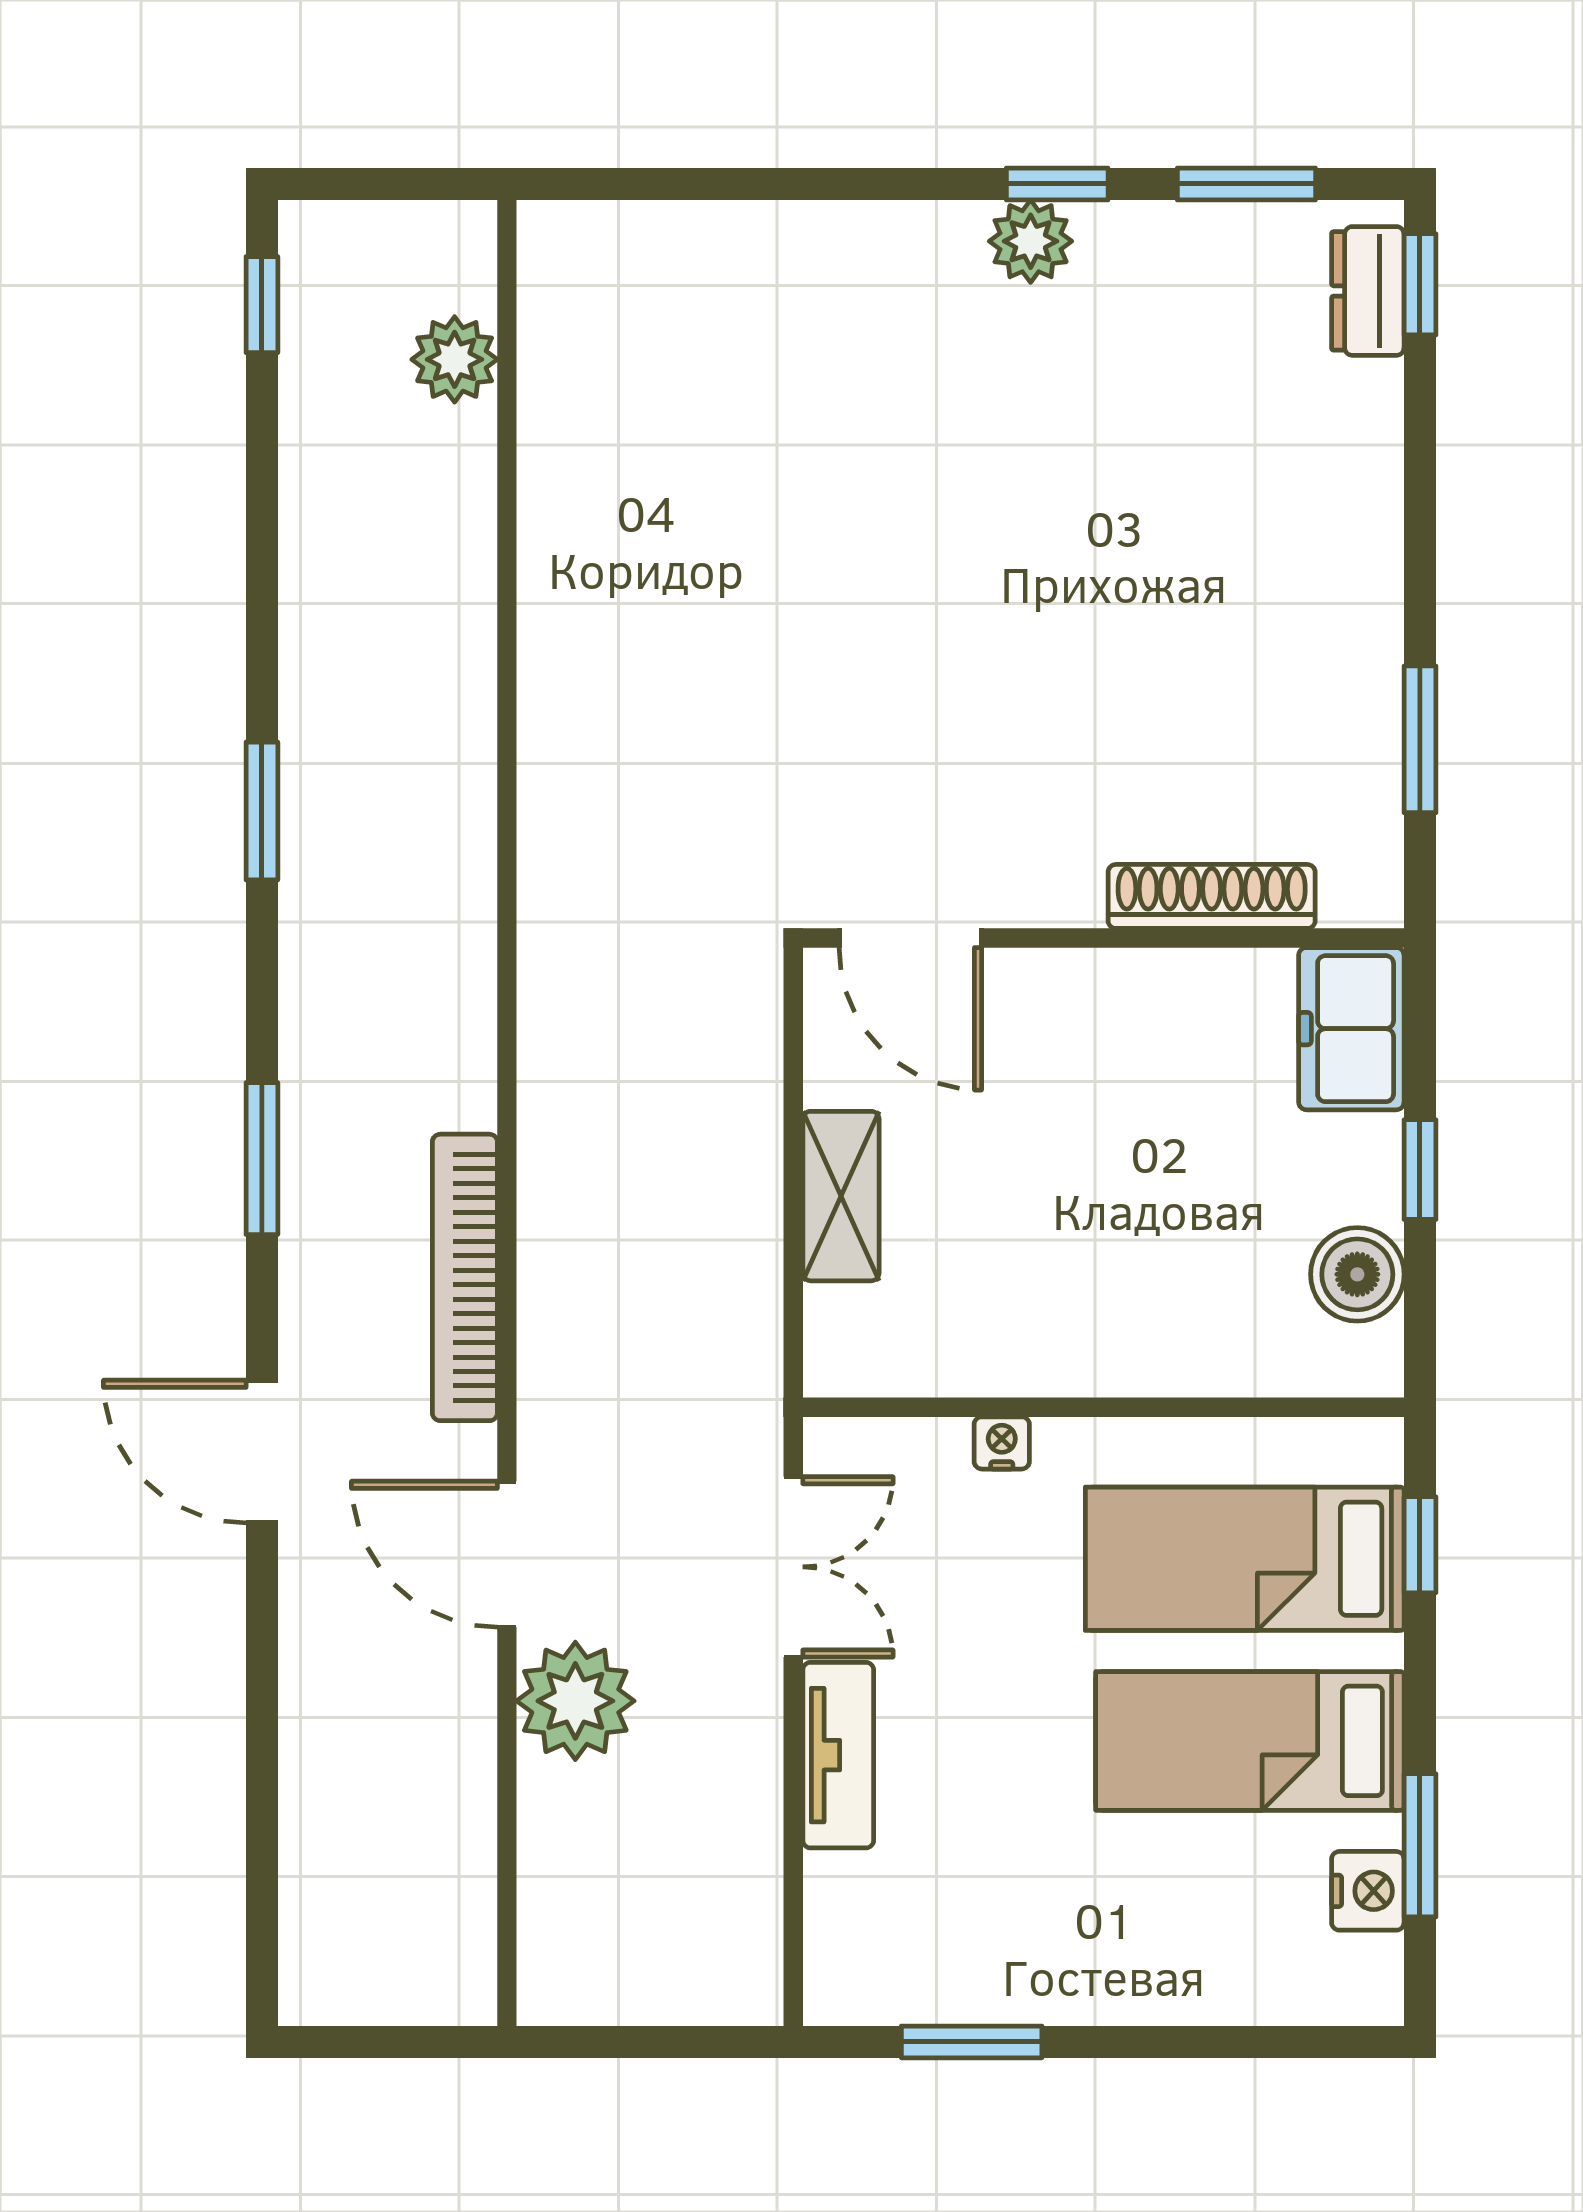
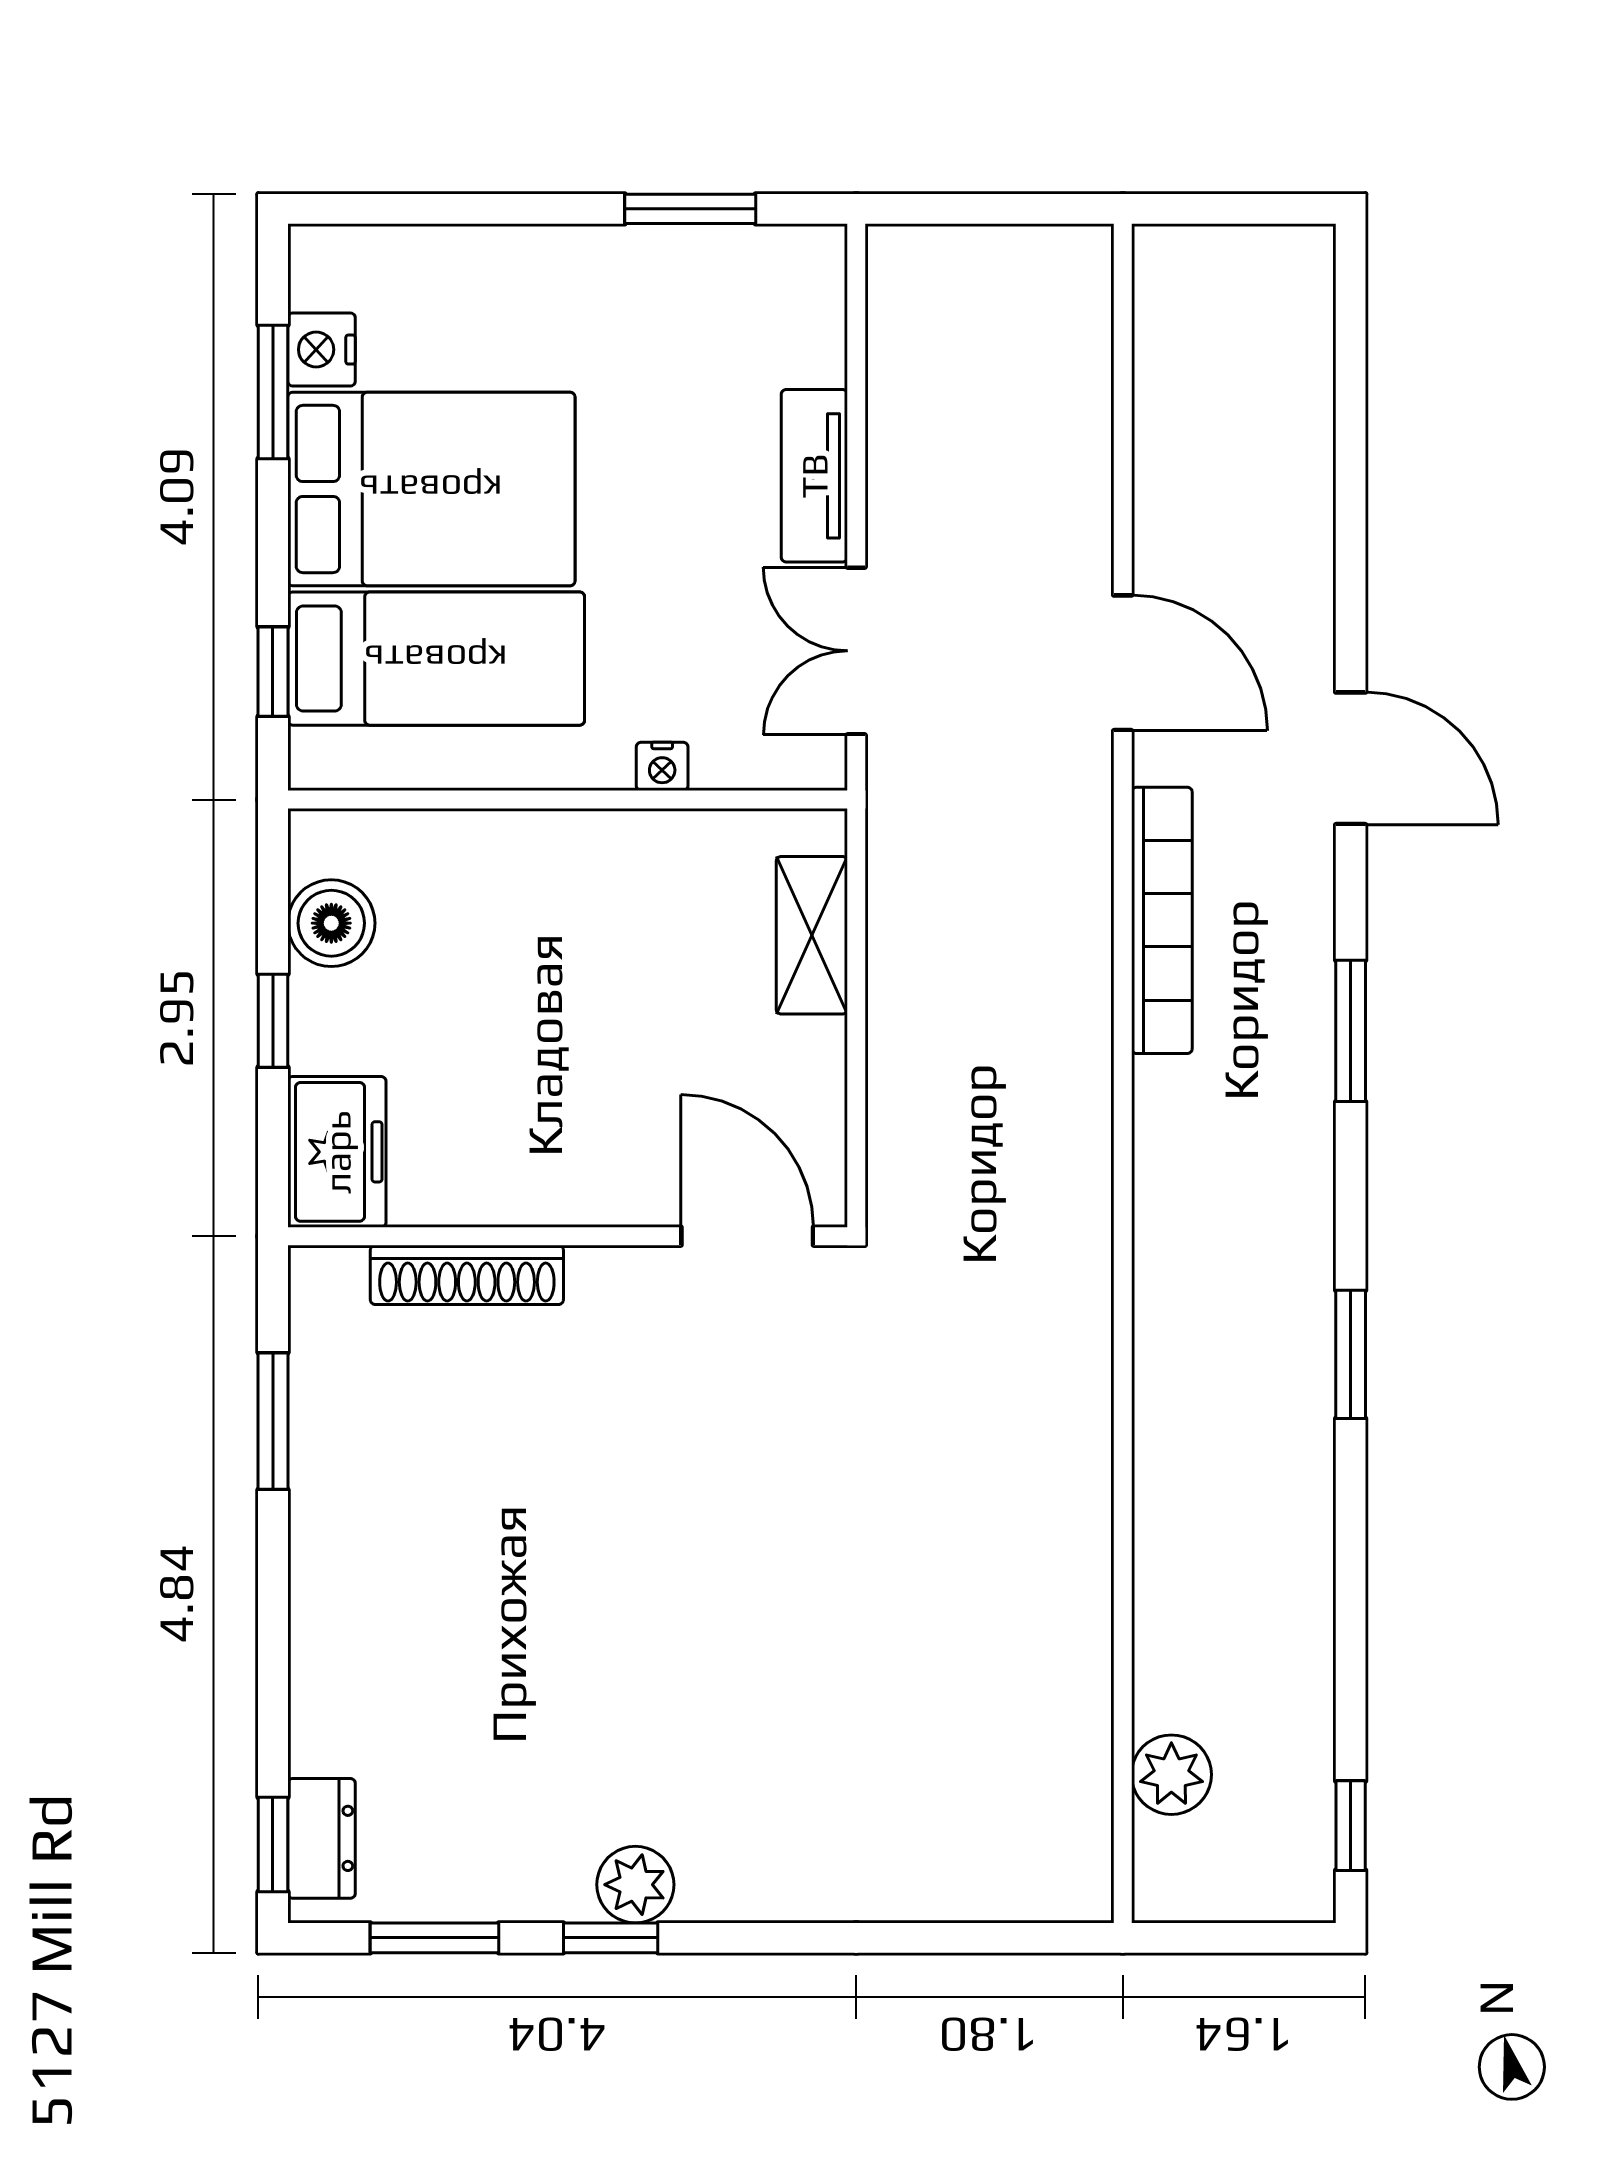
shelving: (841, 1196) -> (812, 935), moved
plant: (575, 1701) -> (1059, 526), removed
bed: (1250, 1741) -> (431, 489), width x1.50

